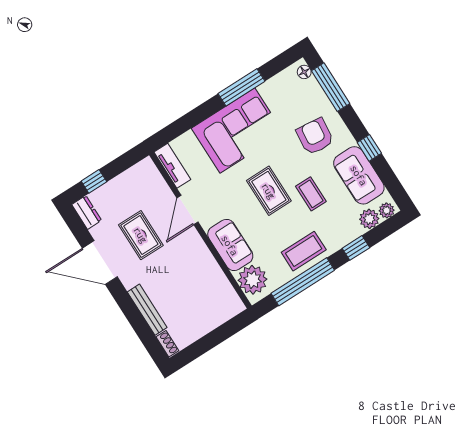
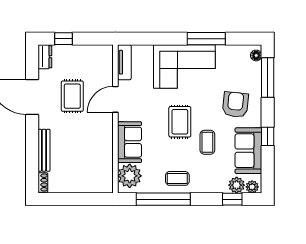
window: (356, 248) -> (232, 199), moved
coffee table: (304, 251) -> (177, 178), width x0.73, depth x0.77

